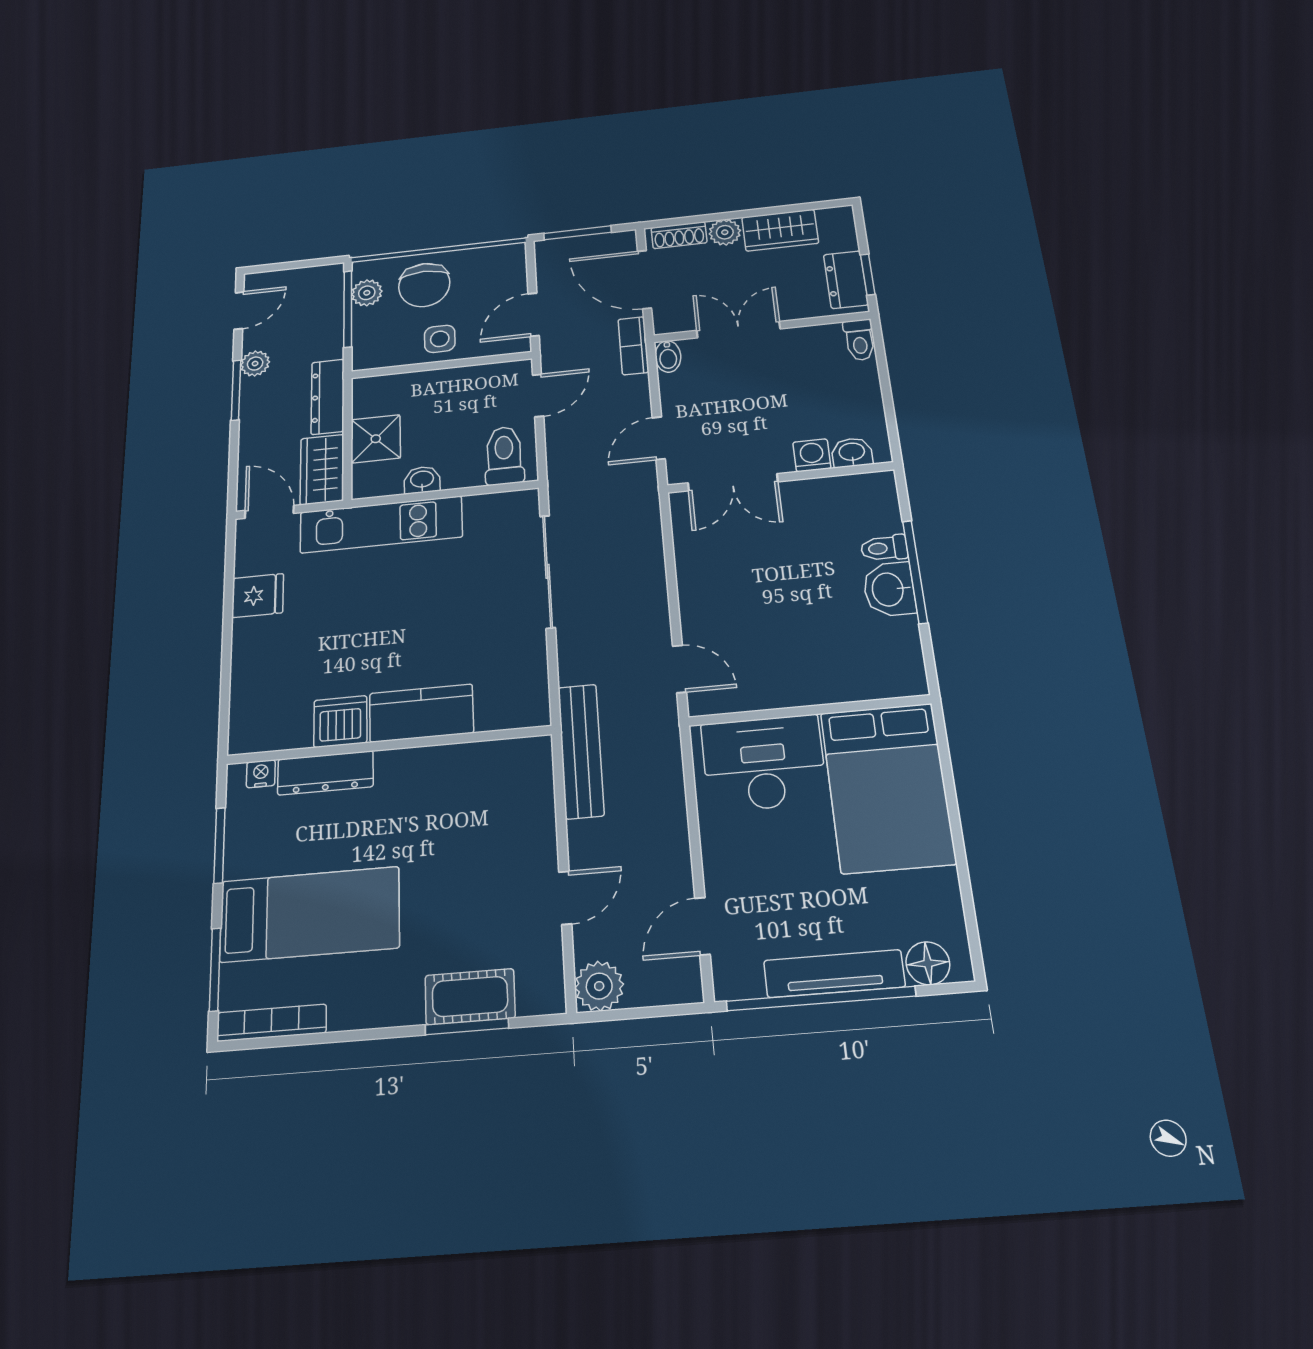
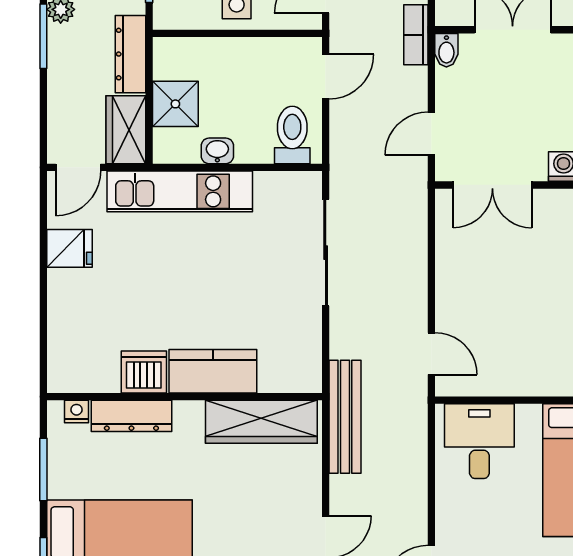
door: (269, 512) -> (78, 167), swing flipped
desk: (764, 763) -> (479, 441), width x0.73
wardrobe: (480, 766) -> (261, 422), added

